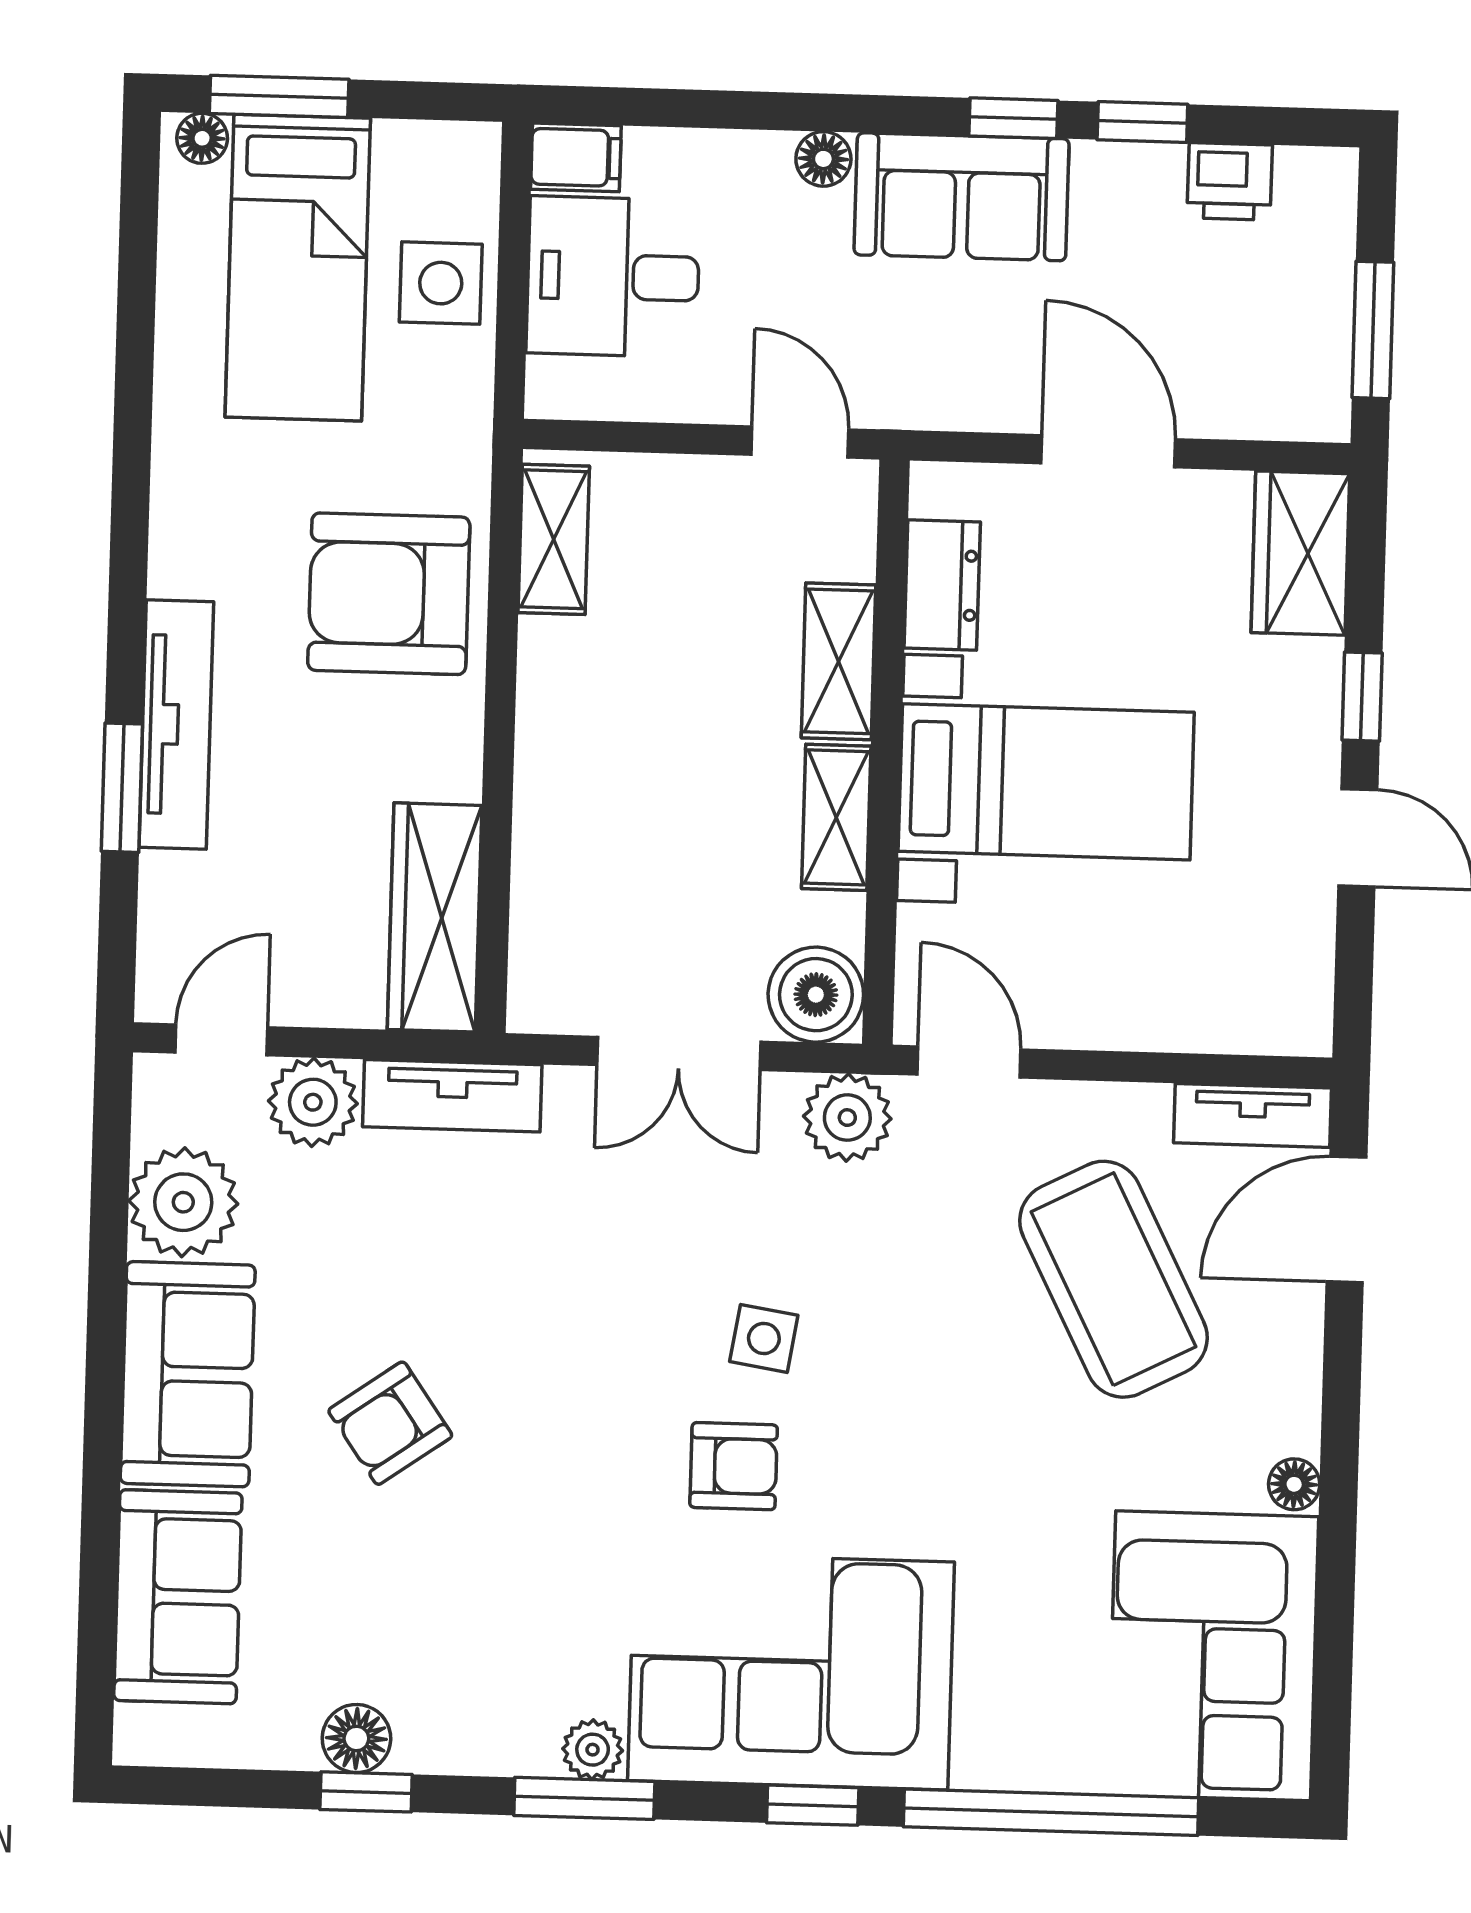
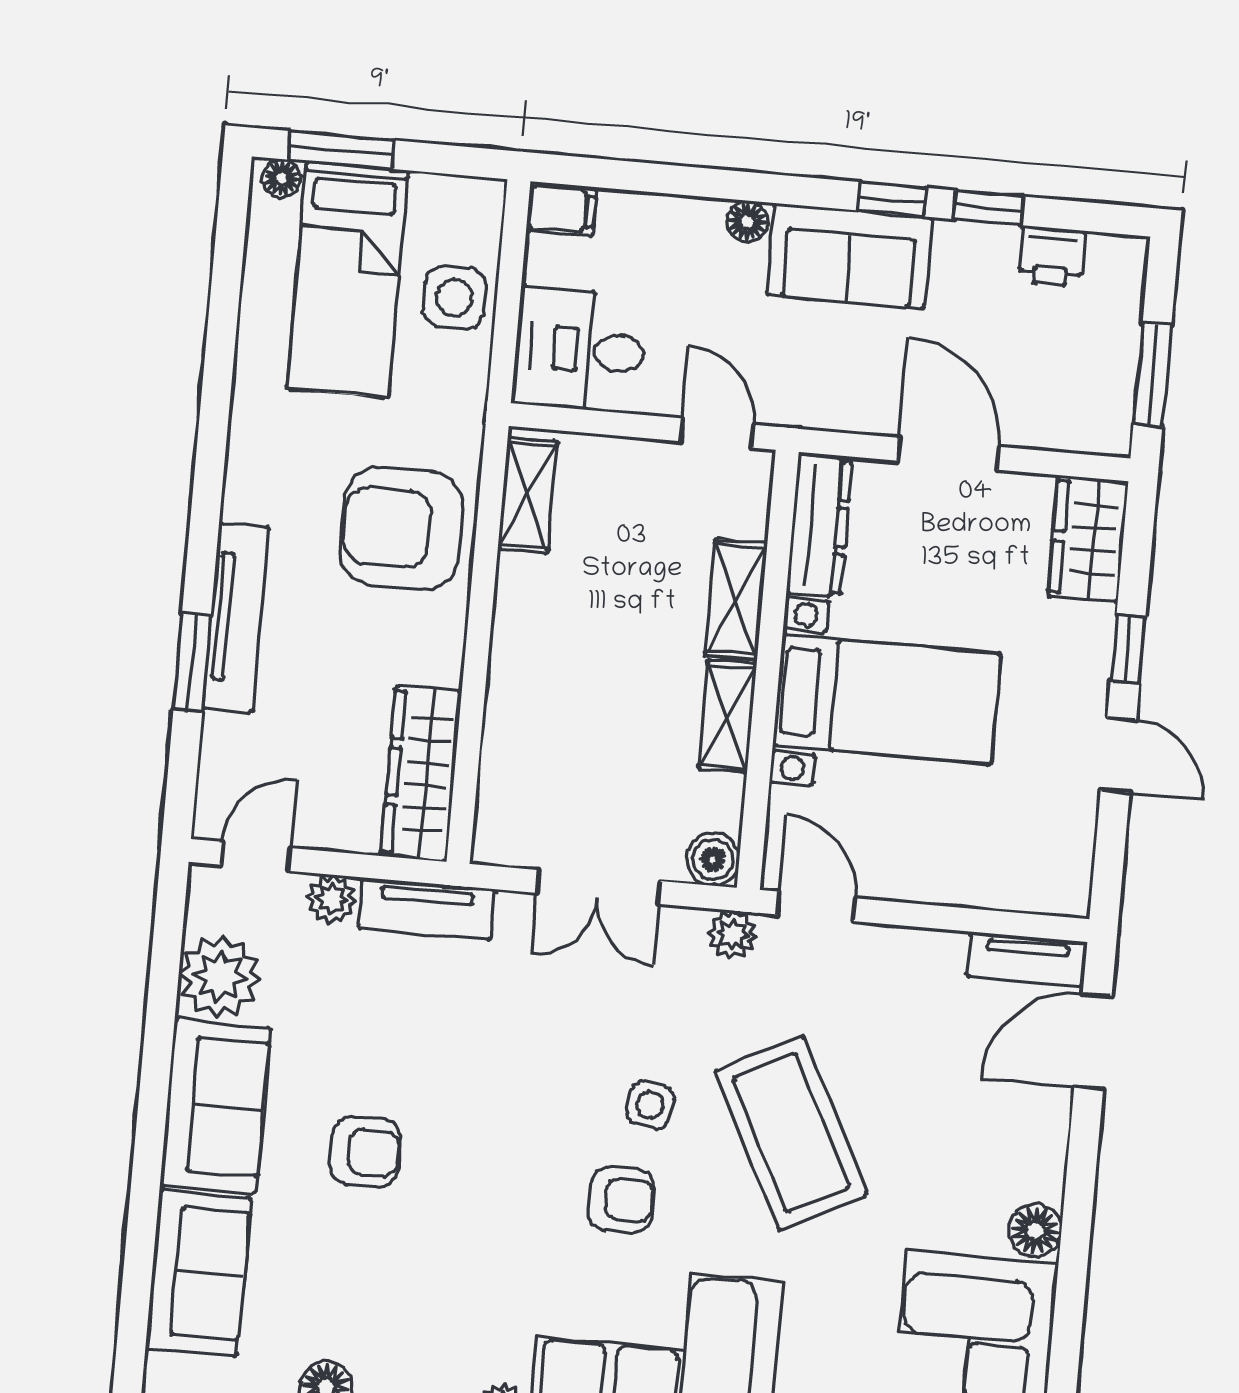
desk: (613, 277) -> (580, 350), moved
dresser: (942, 585) -> (819, 526), width x1.44
boiler: (816, 995) -> (713, 859), width x0.73, depth x0.73
plant: (313, 1102) -> (331, 899), width x0.73, depth x0.73
plant: (847, 1118) -> (732, 934), width x0.73, depth x0.73
coffee table: (1114, 1279) -> (791, 1133), moved
armchair: (390, 1423) -> (365, 1152), turned -145
floor lamp: (1294, 1484) -> (1035, 1230), width x1.37, depth x1.37

